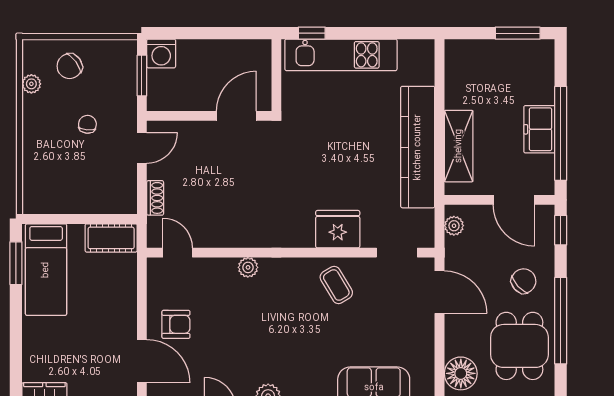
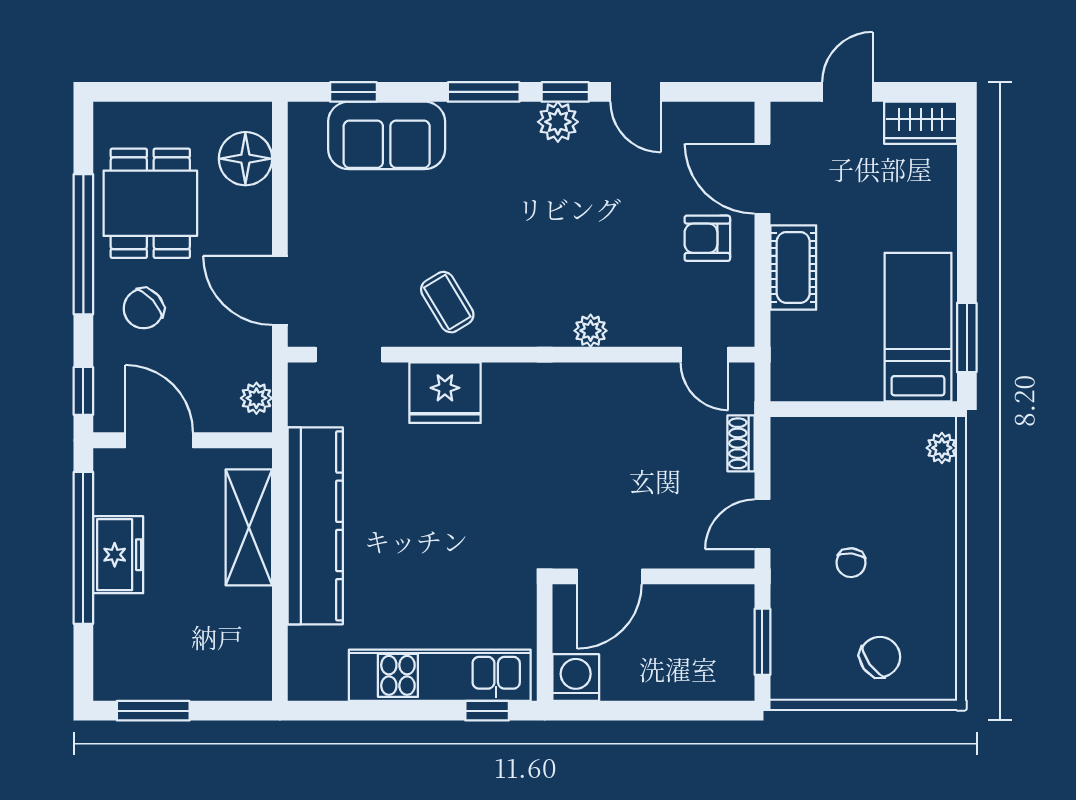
washing machine: (161, 53) -> (576, 678), moved
plant: (31, 84) -> (942, 448), moved
cot: (111, 238) -> (793, 267), moved, turned 90

